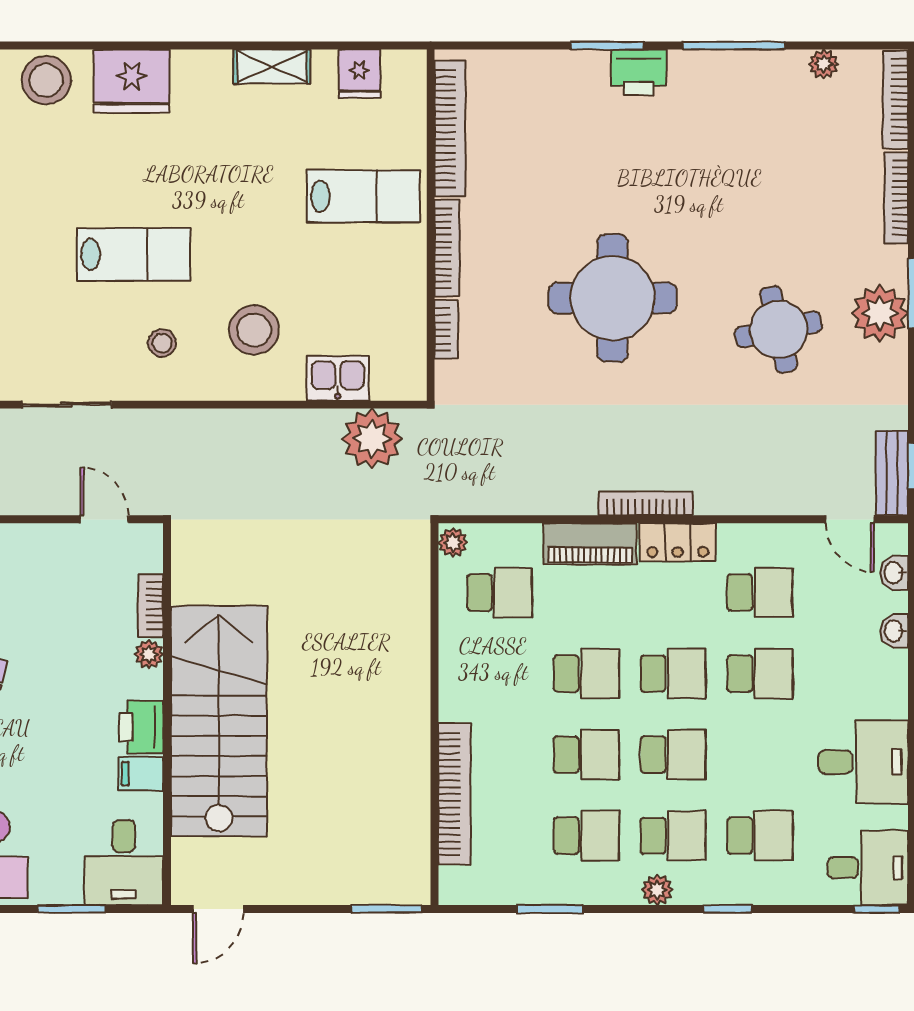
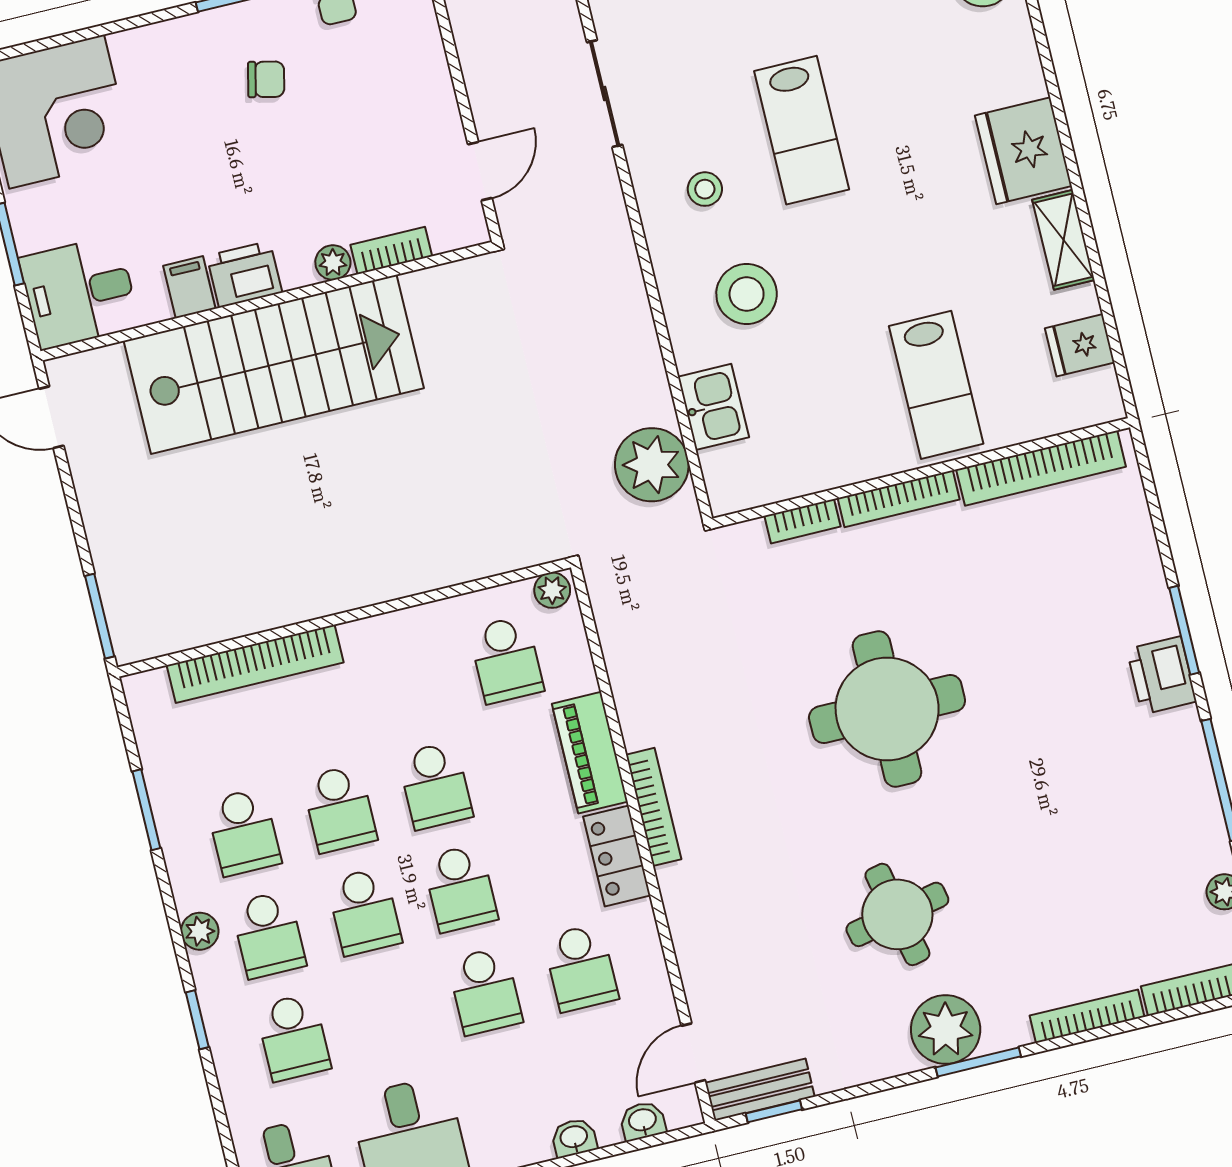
fridge: (132, 81) -> (1023, 151), moved

